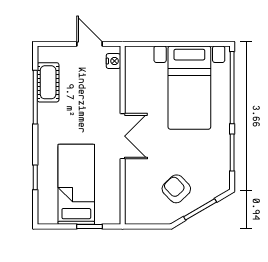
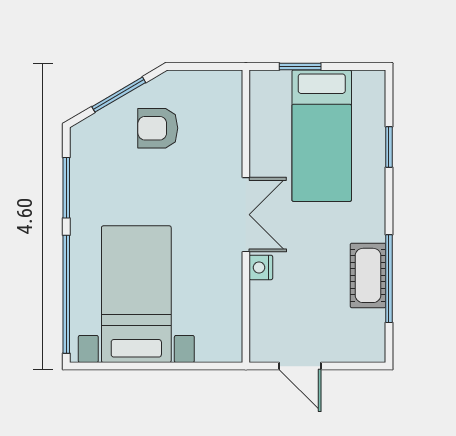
nightstand: (113, 61) -> (261, 267), moved
cot: (48, 82) -> (368, 275), moved
double door: (123, 136) -> (246, 215), swing flipped
armchair: (176, 189) -> (158, 128), turned 134

